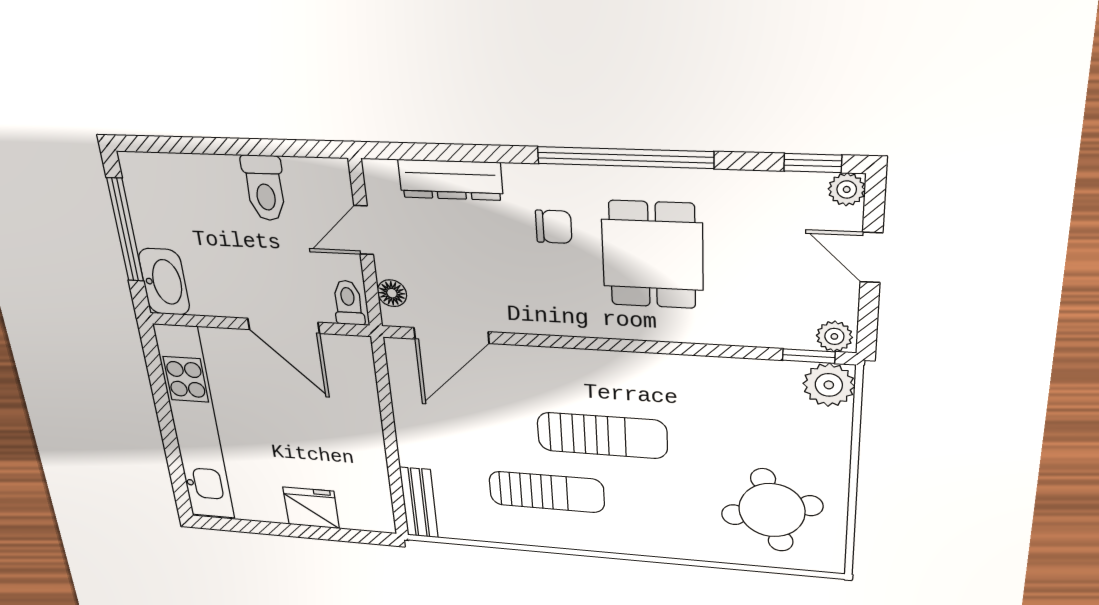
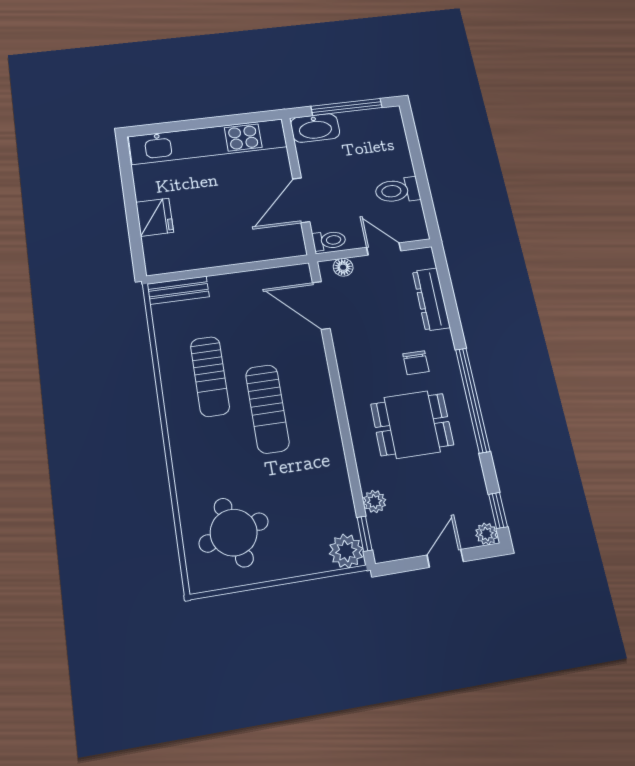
plant: (834, 336) -> (375, 501), moved

